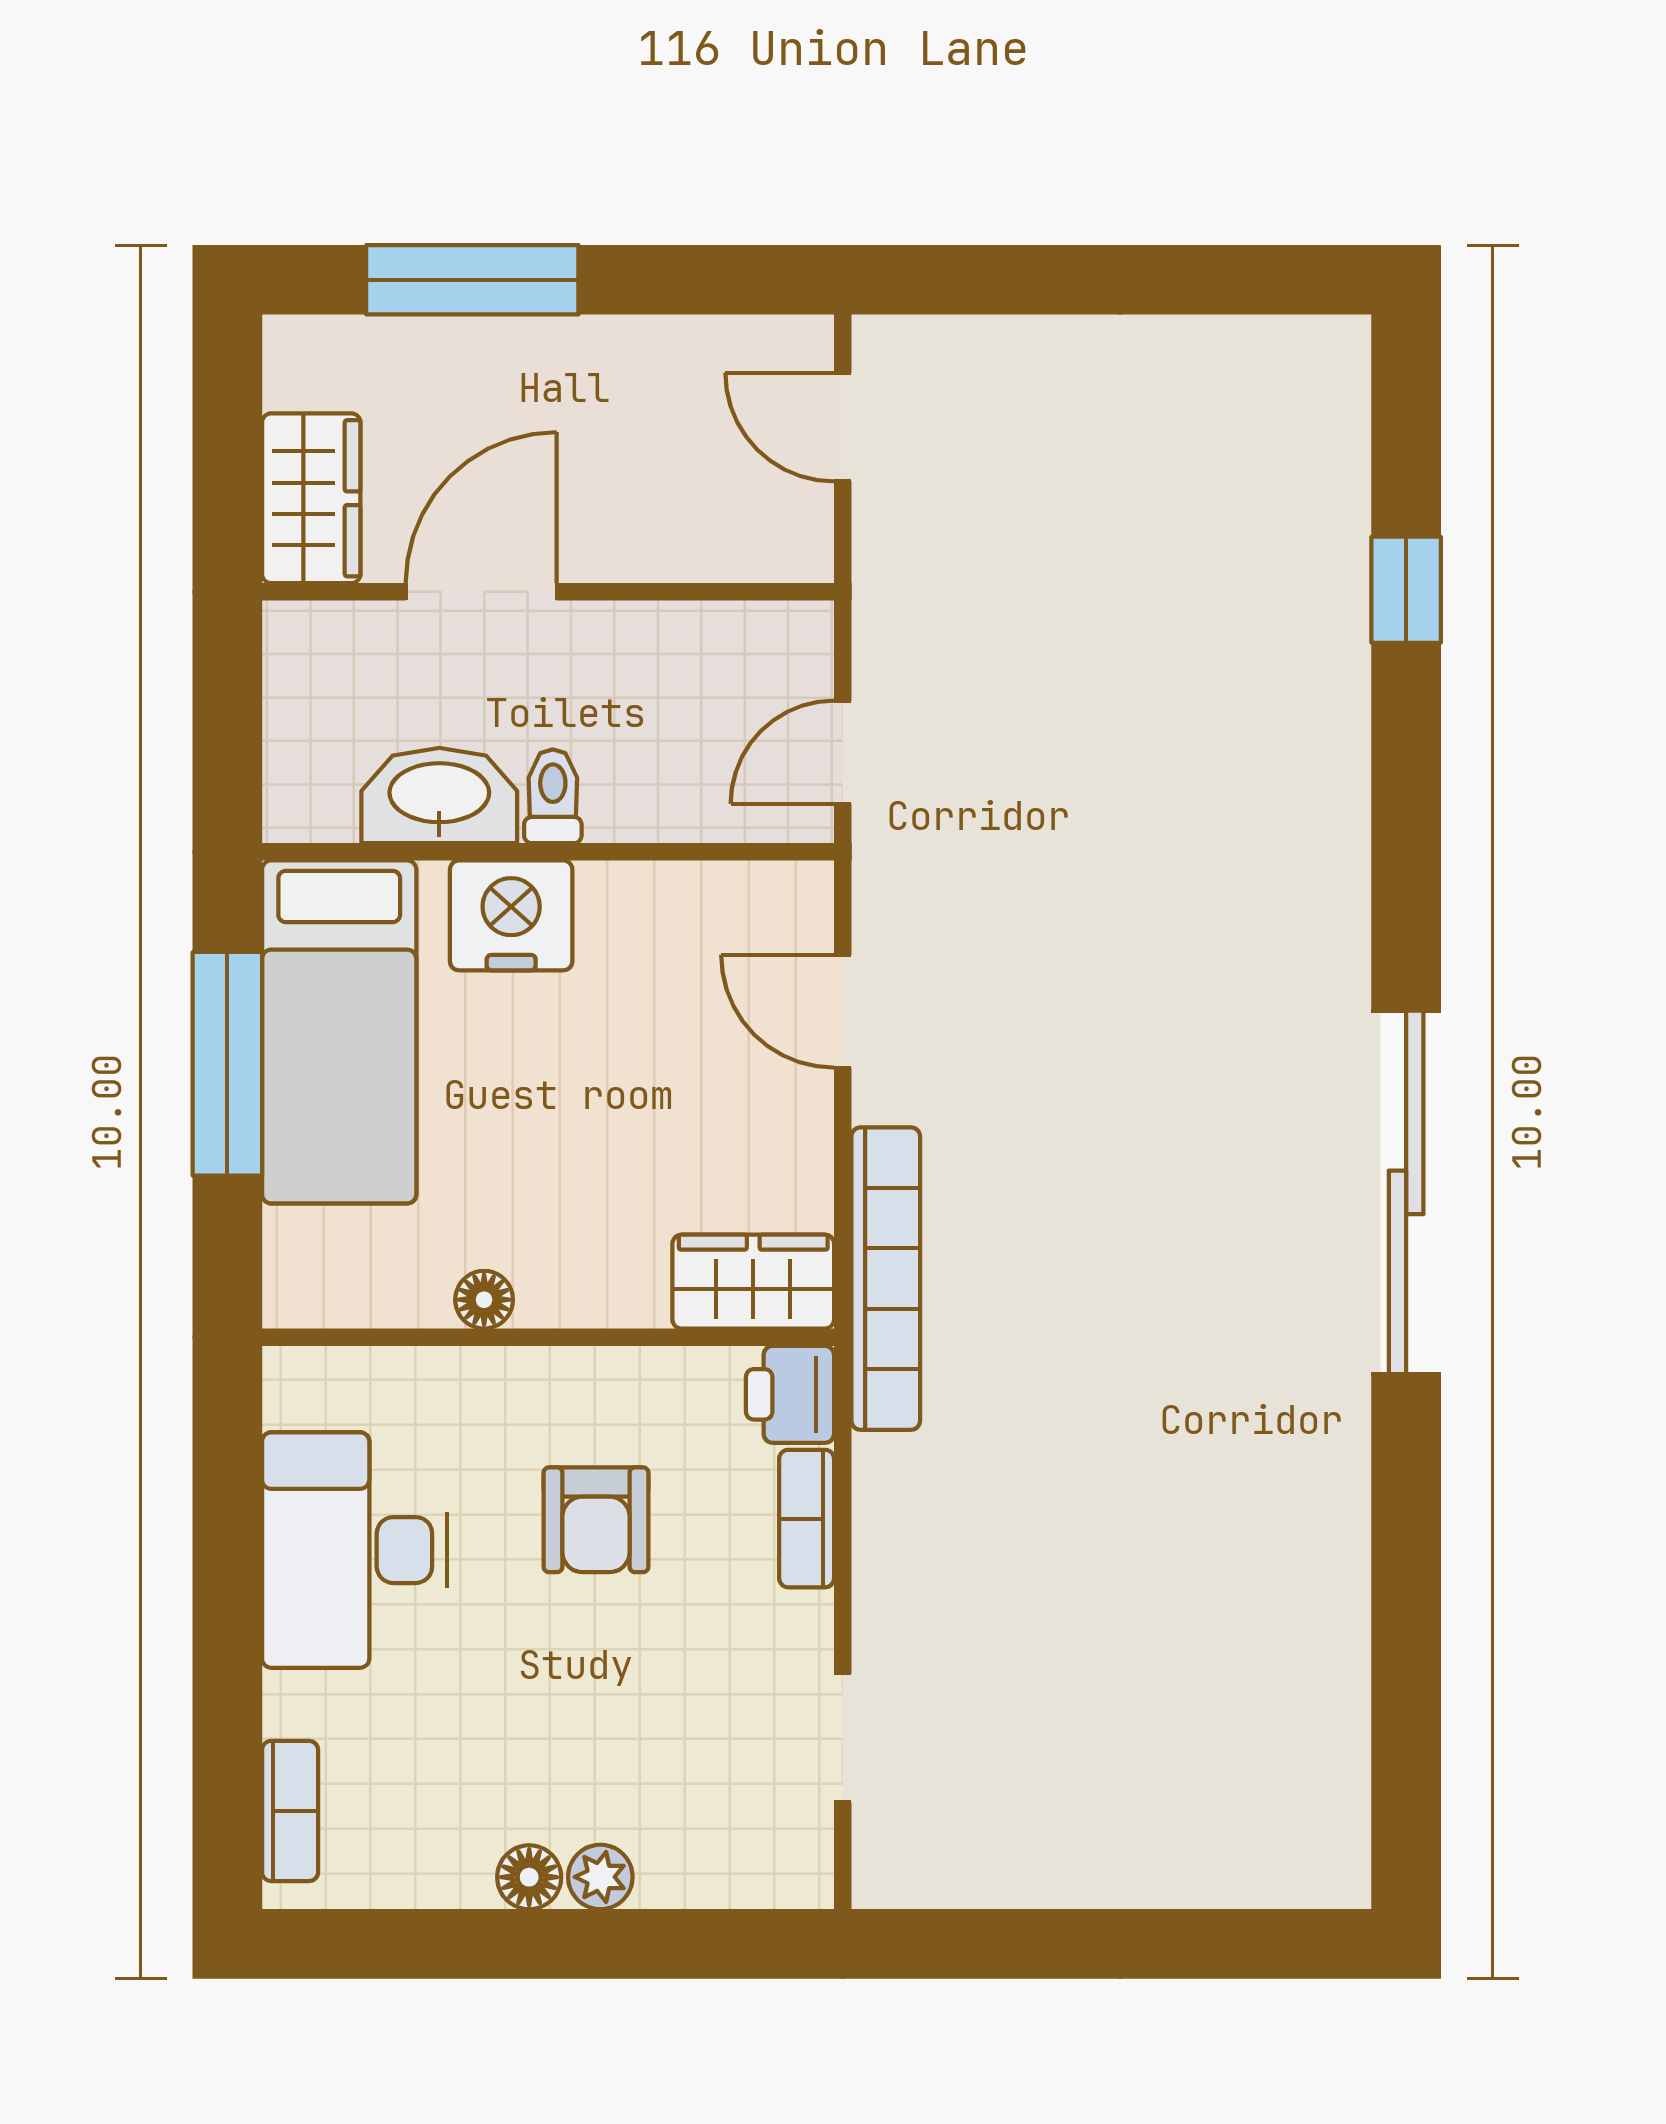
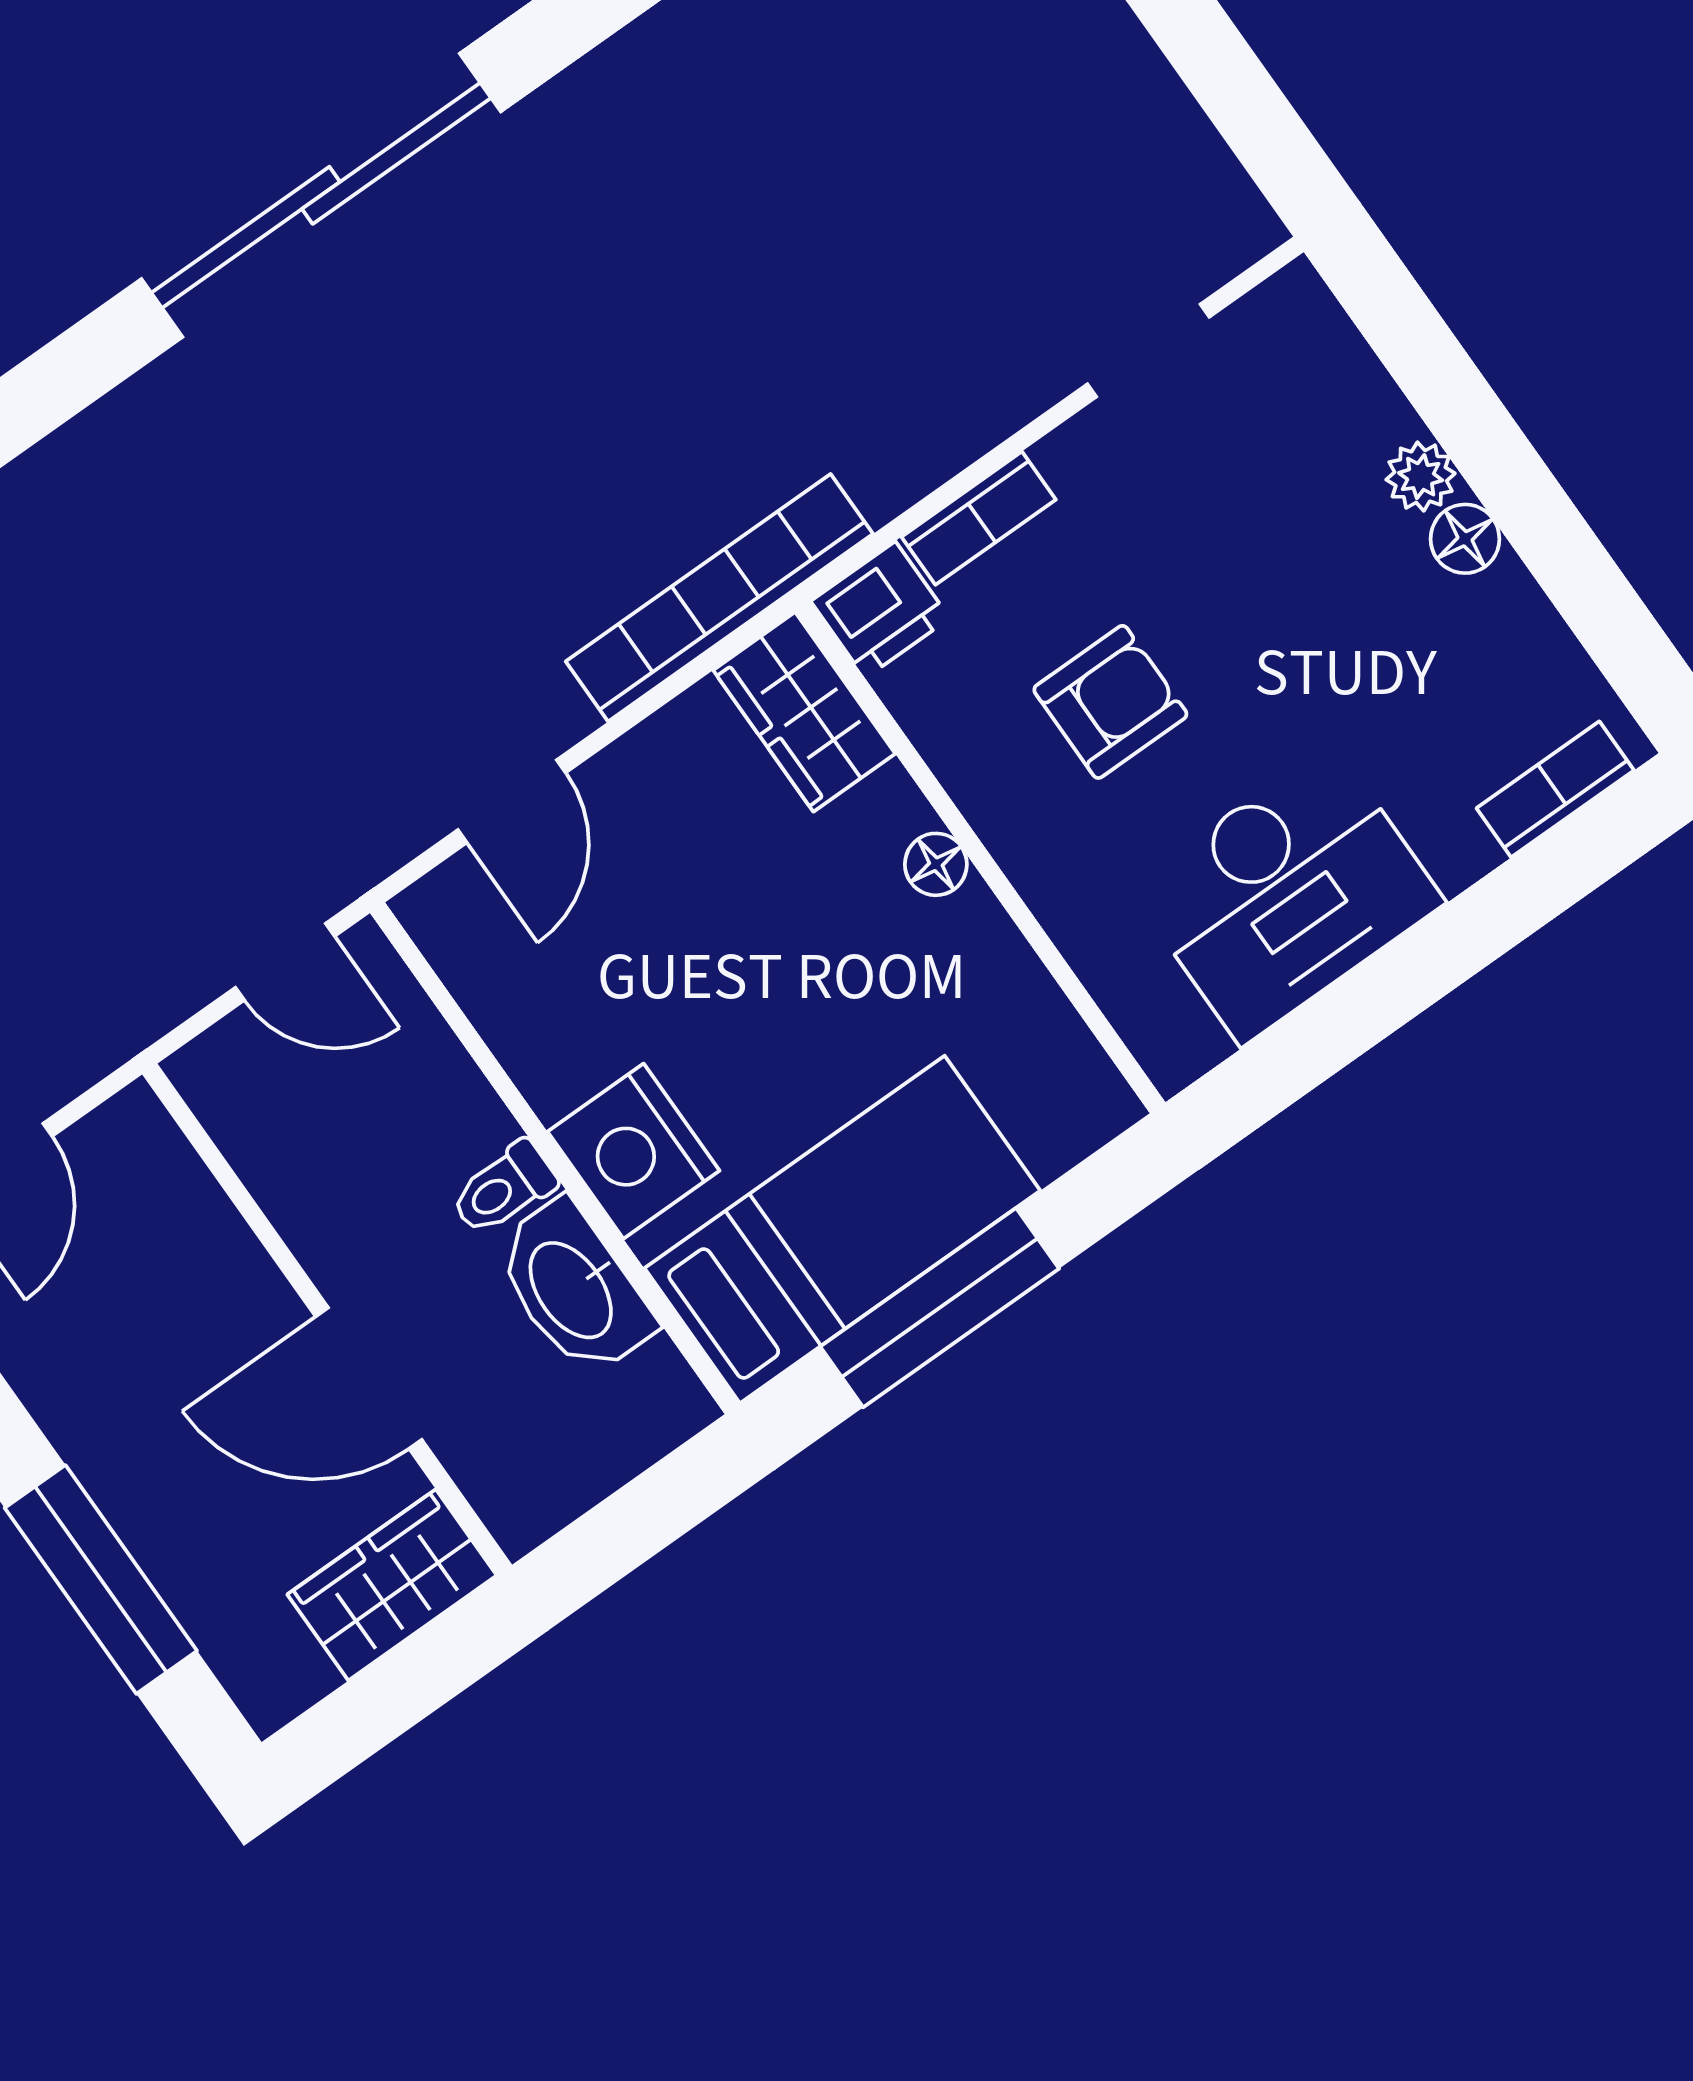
floor lamp: (484, 1300) -> (936, 864), moved

